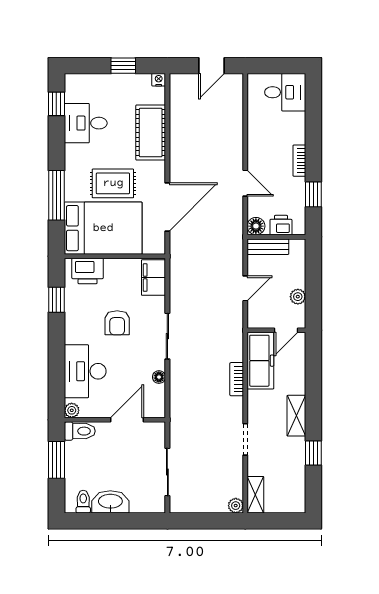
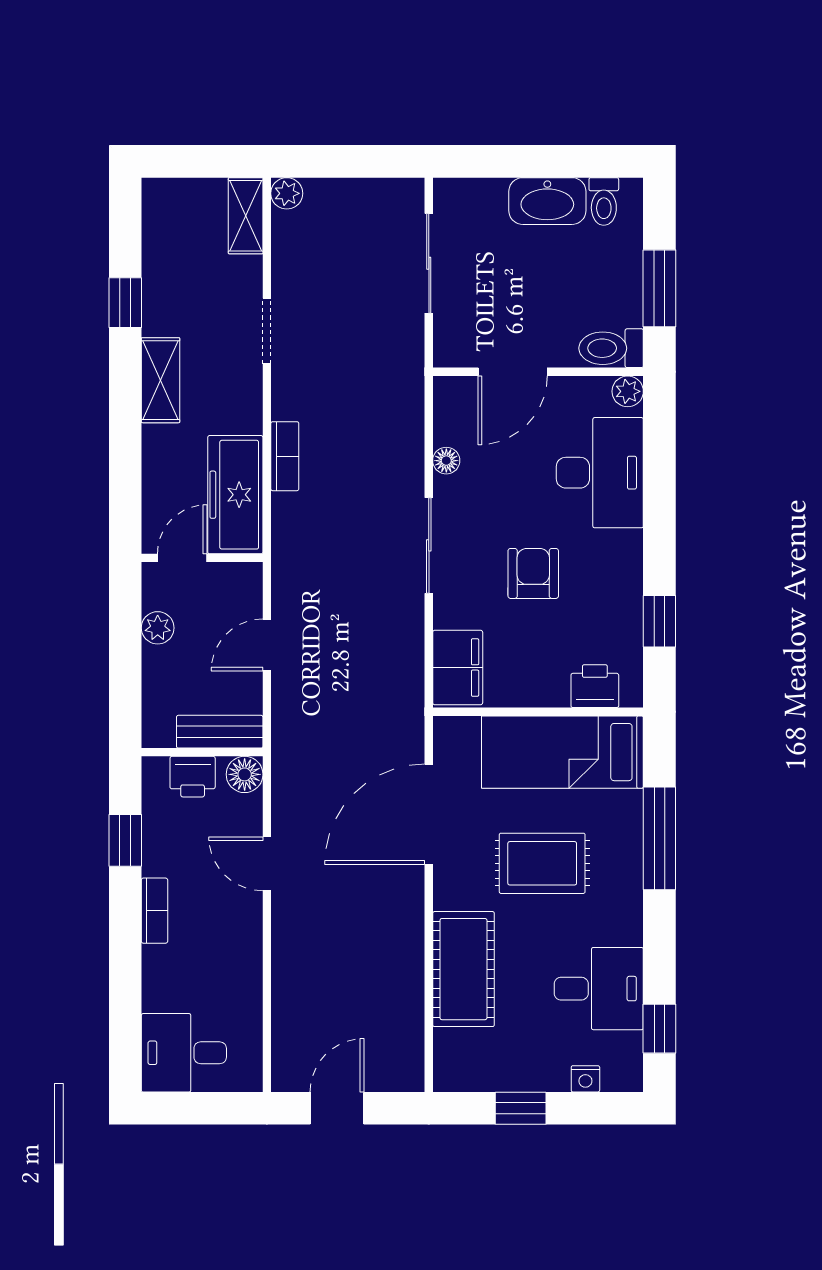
nightstand: (159, 80) -> (585, 1079), moved
bed: (103, 228) -> (562, 752), width x0.67
printer: (88, 271) -> (595, 686), width x0.73, depth x0.81

